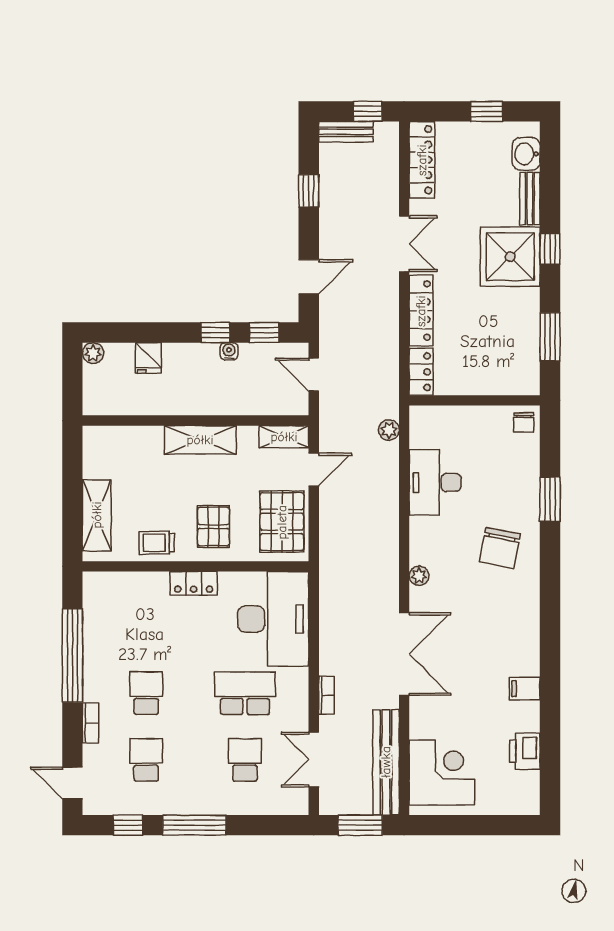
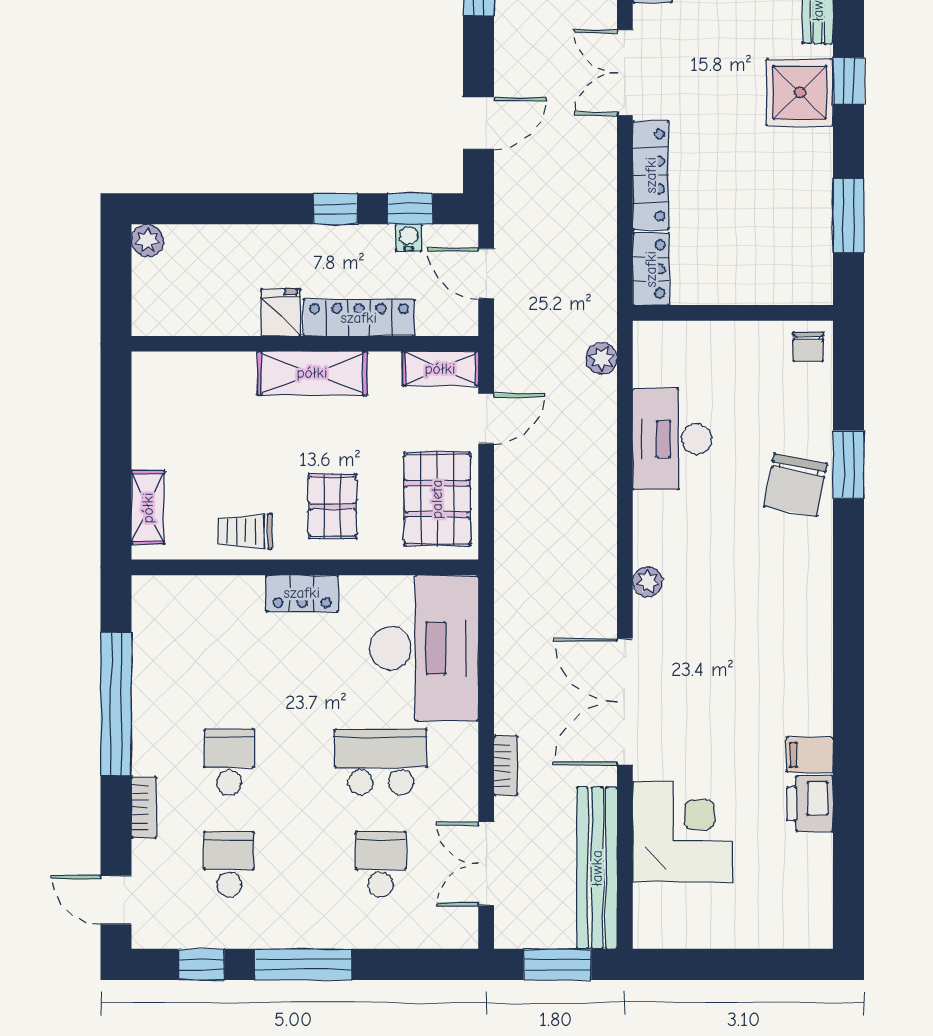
double door: (404, 244) -> (625, 73), swing flipped
shower: (510, 257) -> (800, 92), width x0.73, depth x0.73
water cooler: (229, 351) -> (409, 238), moved
fridge: (148, 358) -> (281, 312), moved, turned 180
locker: (231, 403) -> (359, 318), added
shelving: (97, 515) -> (148, 508), width x0.67, depth x0.75
chair: (500, 548) -> (796, 485), moved
double door: (404, 654) -> (625, 702), swing flipped
printer: (525, 751) -> (810, 804), moved
corner desk: (442, 773) -> (683, 832), moved

